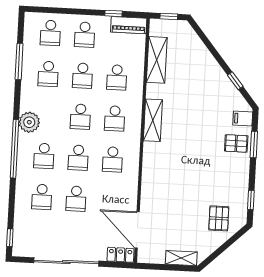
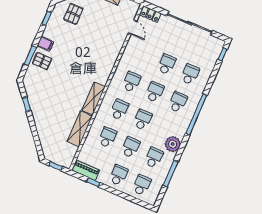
shelving: (157, 60) -> (80, 129), moved
filing cabinet: (243, 118) -> (45, 44), moved
plant: (29, 122) -> (173, 144), moved
door: (137, 230) -> (133, 27), width x0.53

